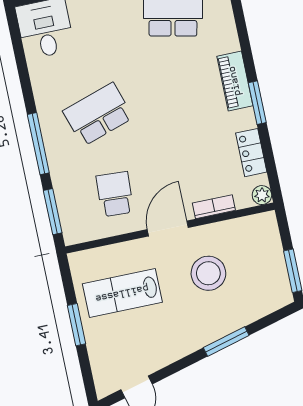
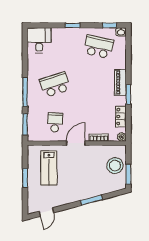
stool: (208, 273) -> (115, 166), moved
lab bench: (122, 293) -> (49, 168), turned -90

